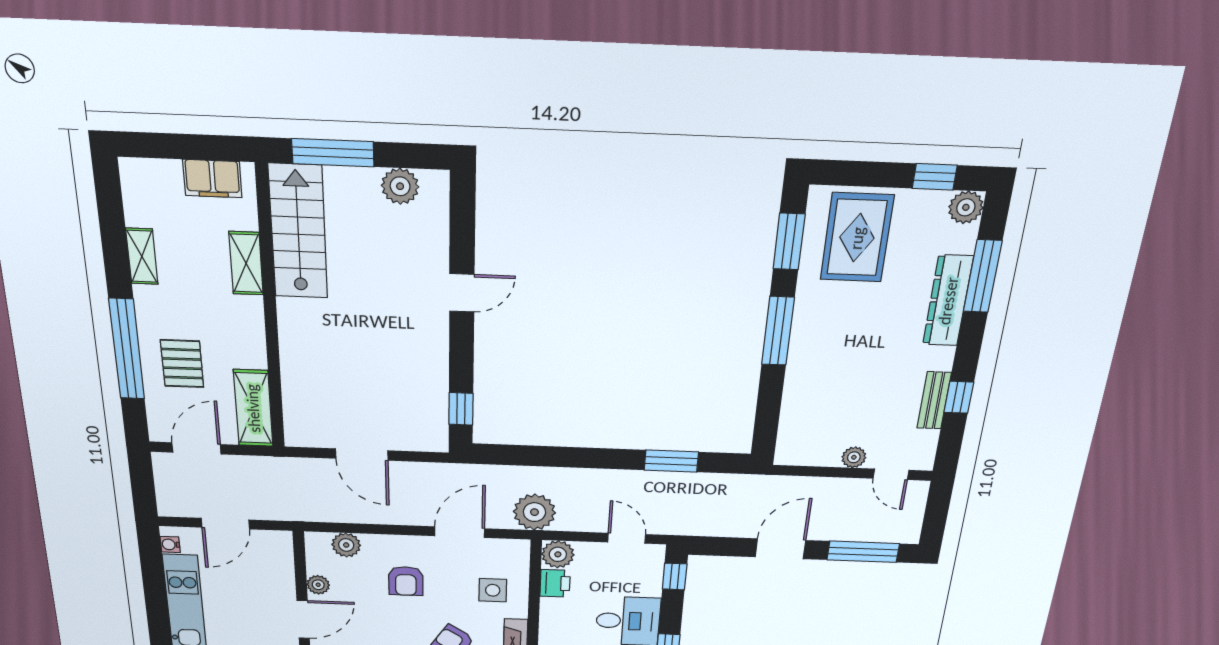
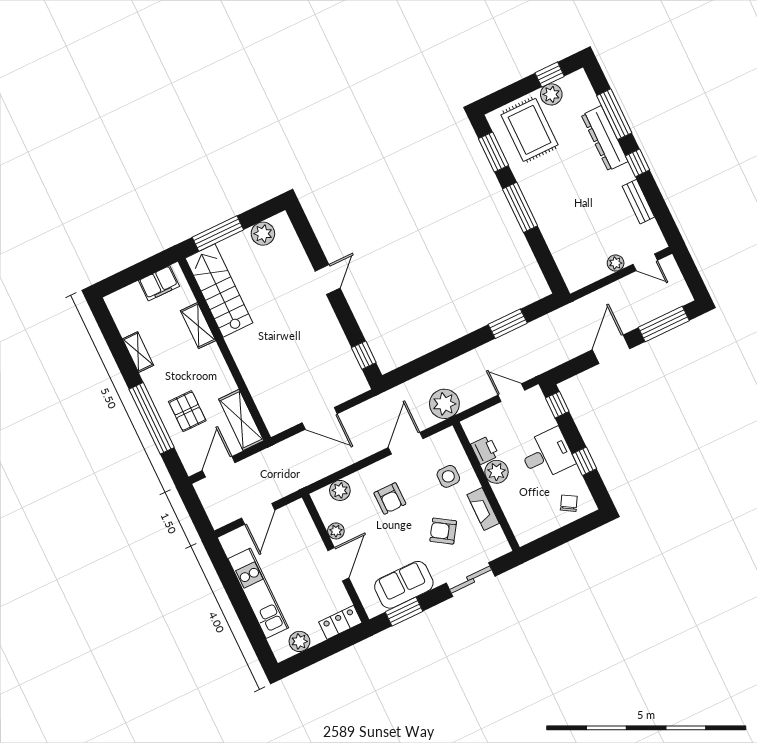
plant: (966, 207) -> (551, 94), moved
window: (959, 397) -> (638, 163), moved
water cooler: (170, 544) -> (230, 549), removed
plant: (558, 554) -> (496, 472), moved

